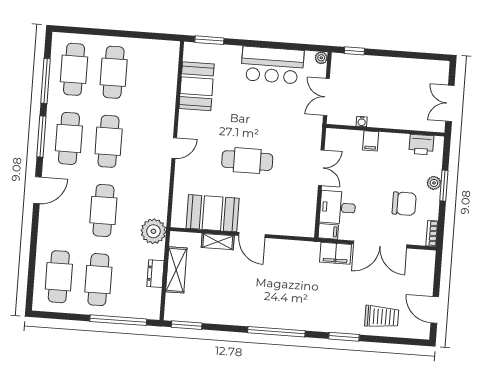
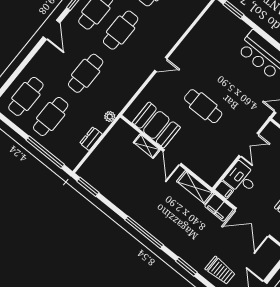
booth: (197, 86) -> (204, 34), removed
door: (37, 190) -> (52, 30), hinge flipped
plant: (153, 231) -> (110, 117), width x0.53, depth x0.53
shelving: (176, 270) -> (195, 187), moved, turned 90

